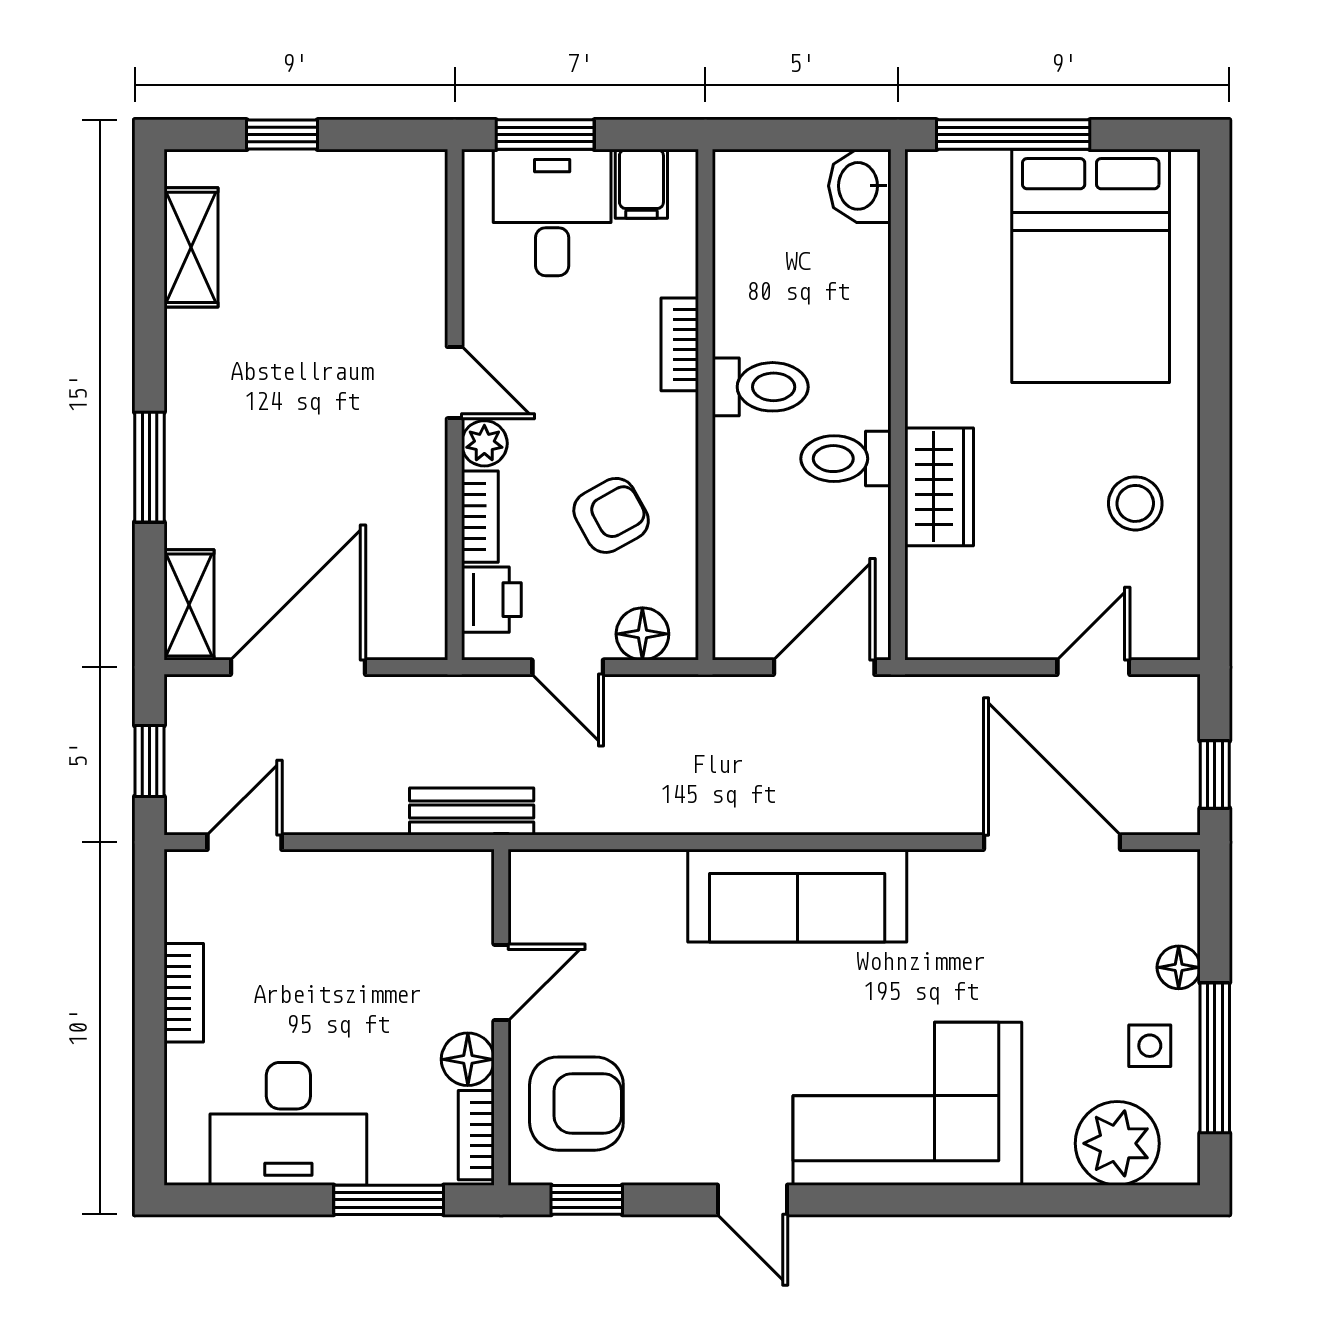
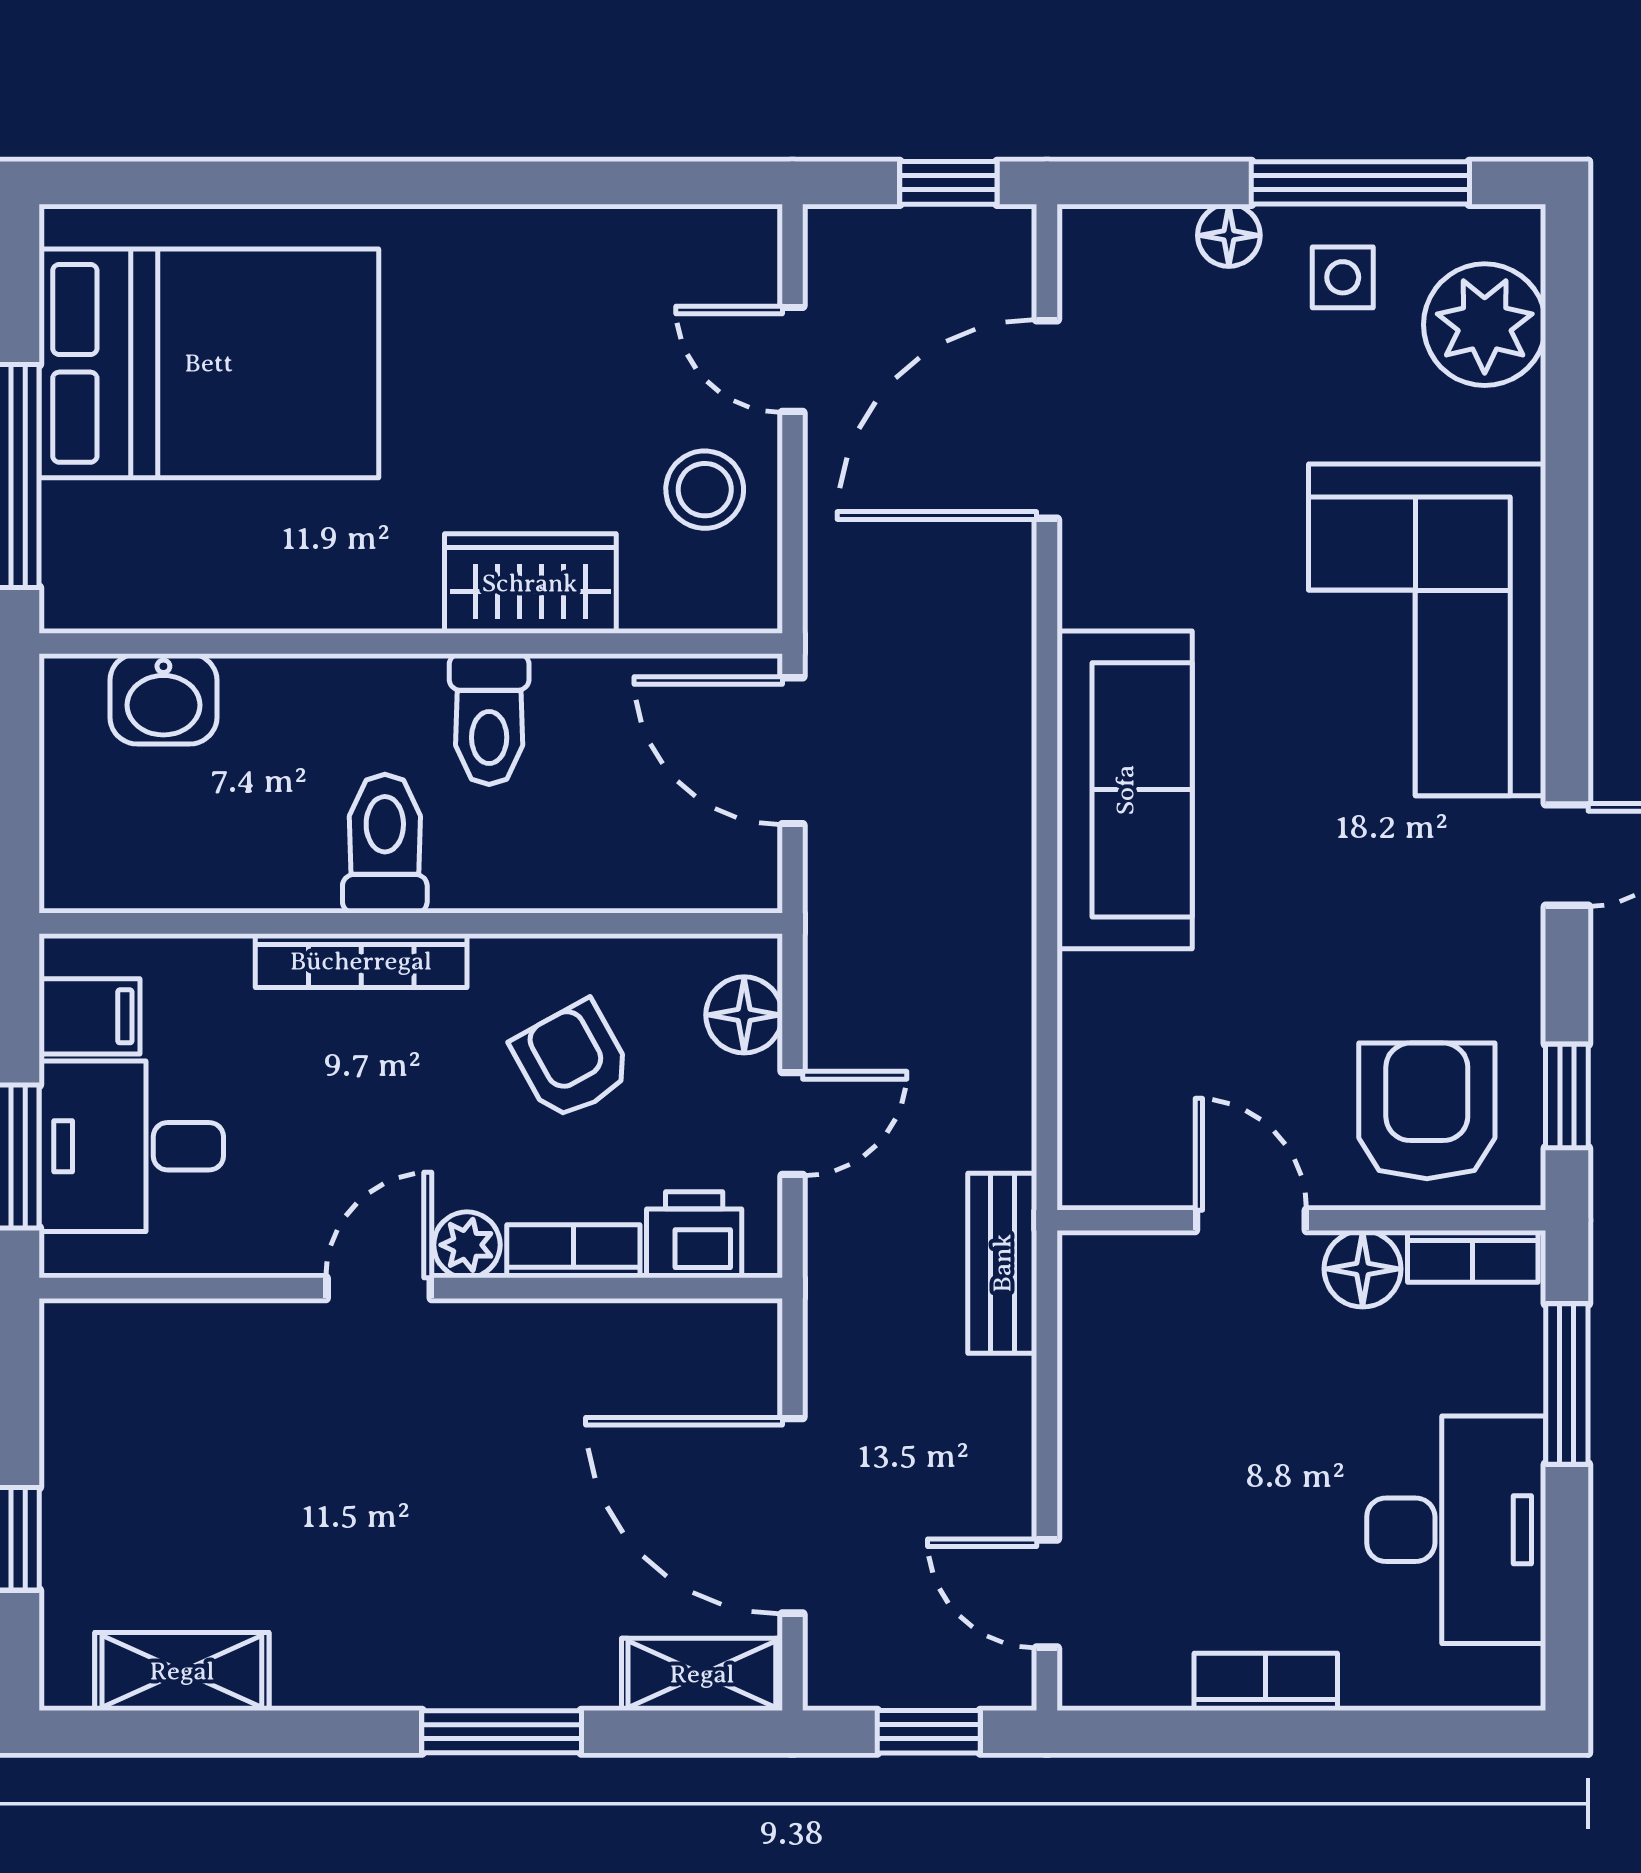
washbasin: (860, 186) -> (163, 699), moved
bookcase: (680, 344) -> (361, 961), width x1.56
stool: (1135, 503) -> (705, 490), moved

